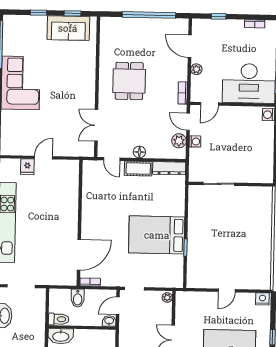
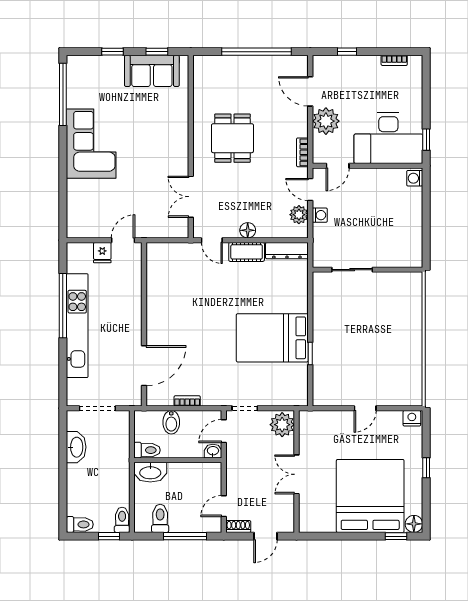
plant: (196, 69) -> (326, 121), width x1.88, depth x1.88
wall: (80, 223) -> (144, 324), moved
door: (79, 255) -> (144, 366), moved
plant: (167, 297) -> (282, 425), width x1.88, depth x1.88

